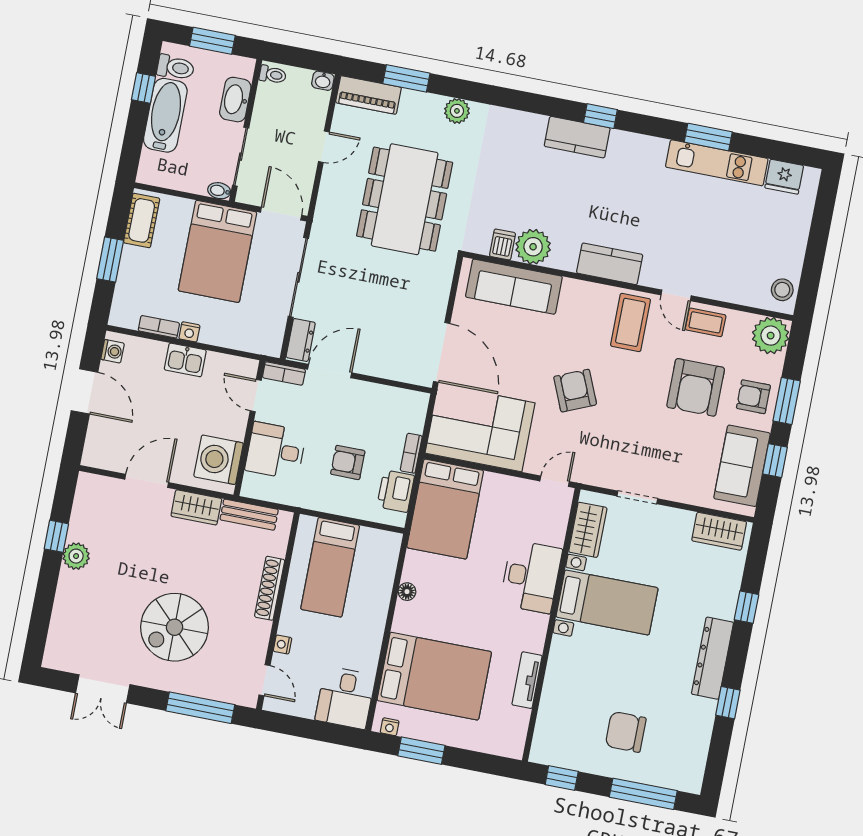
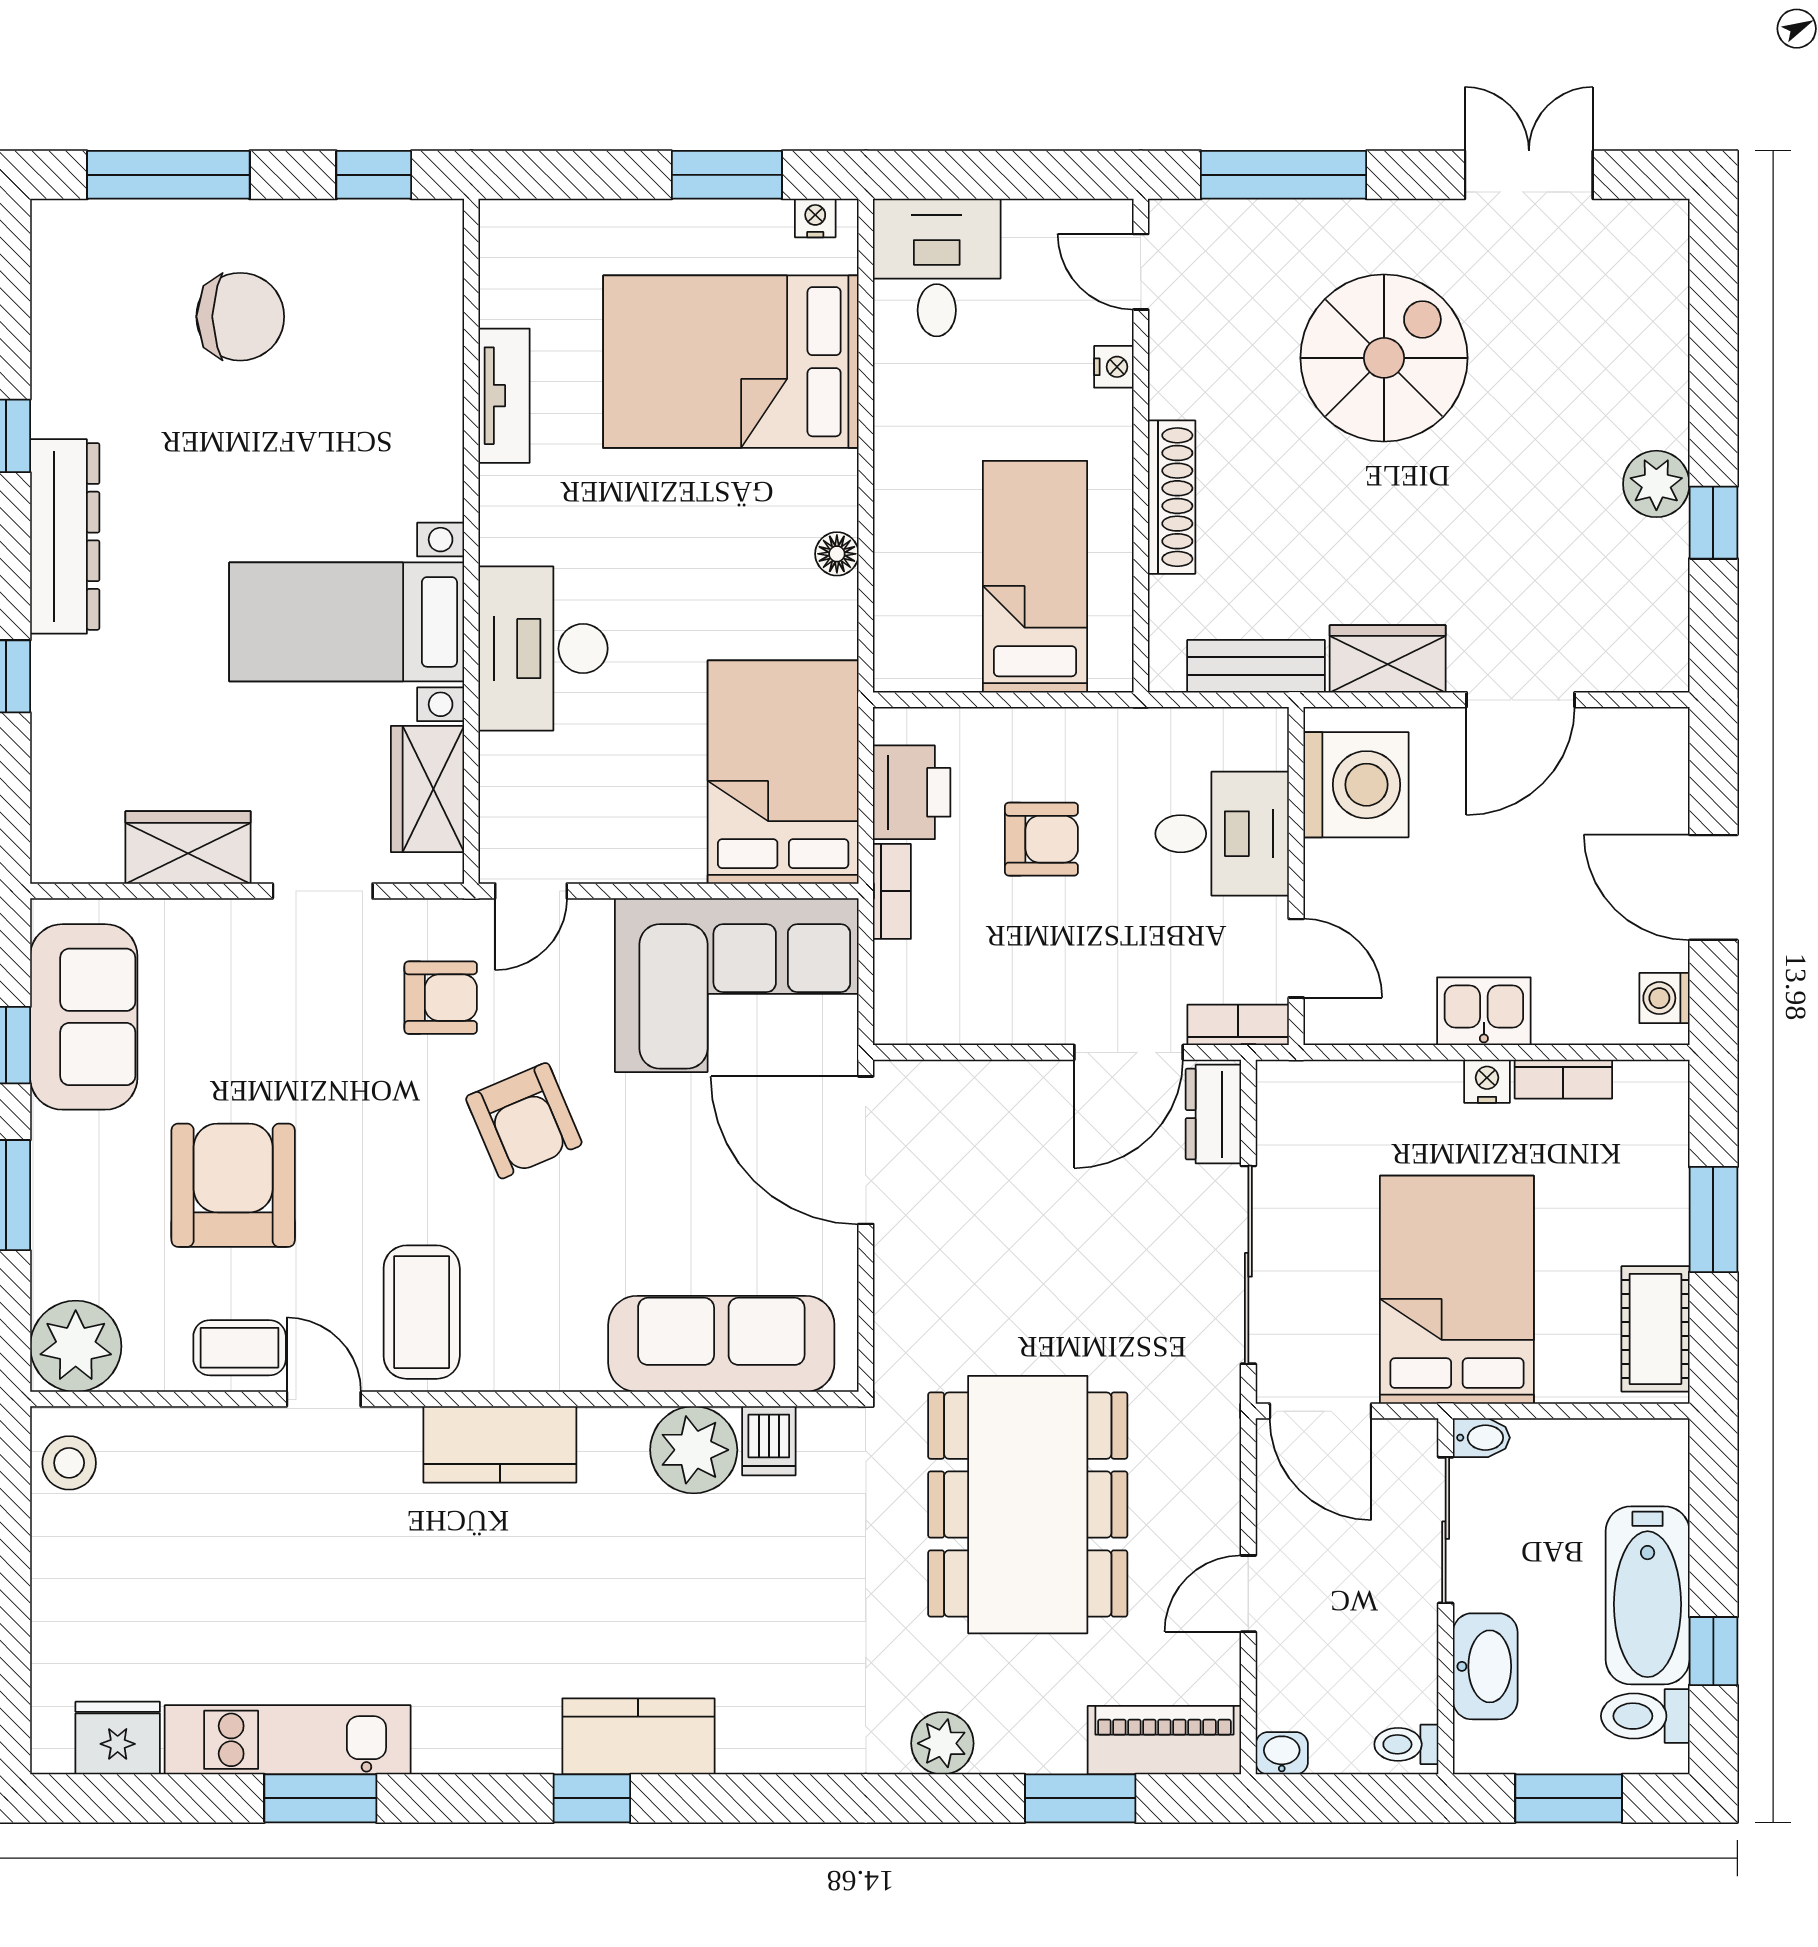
armchair: (753, 397) -> (441, 998), moved
wardrobe: (719, 531) -> (188, 847), moved

